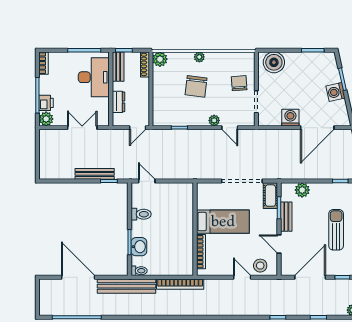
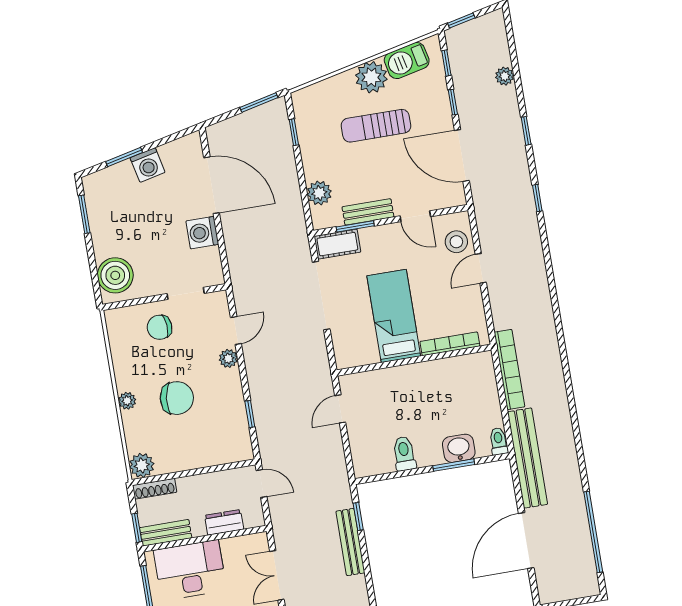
door: (147, 181) -> (340, 409), moved
door: (279, 244) -> (415, 216), hinge flipped

